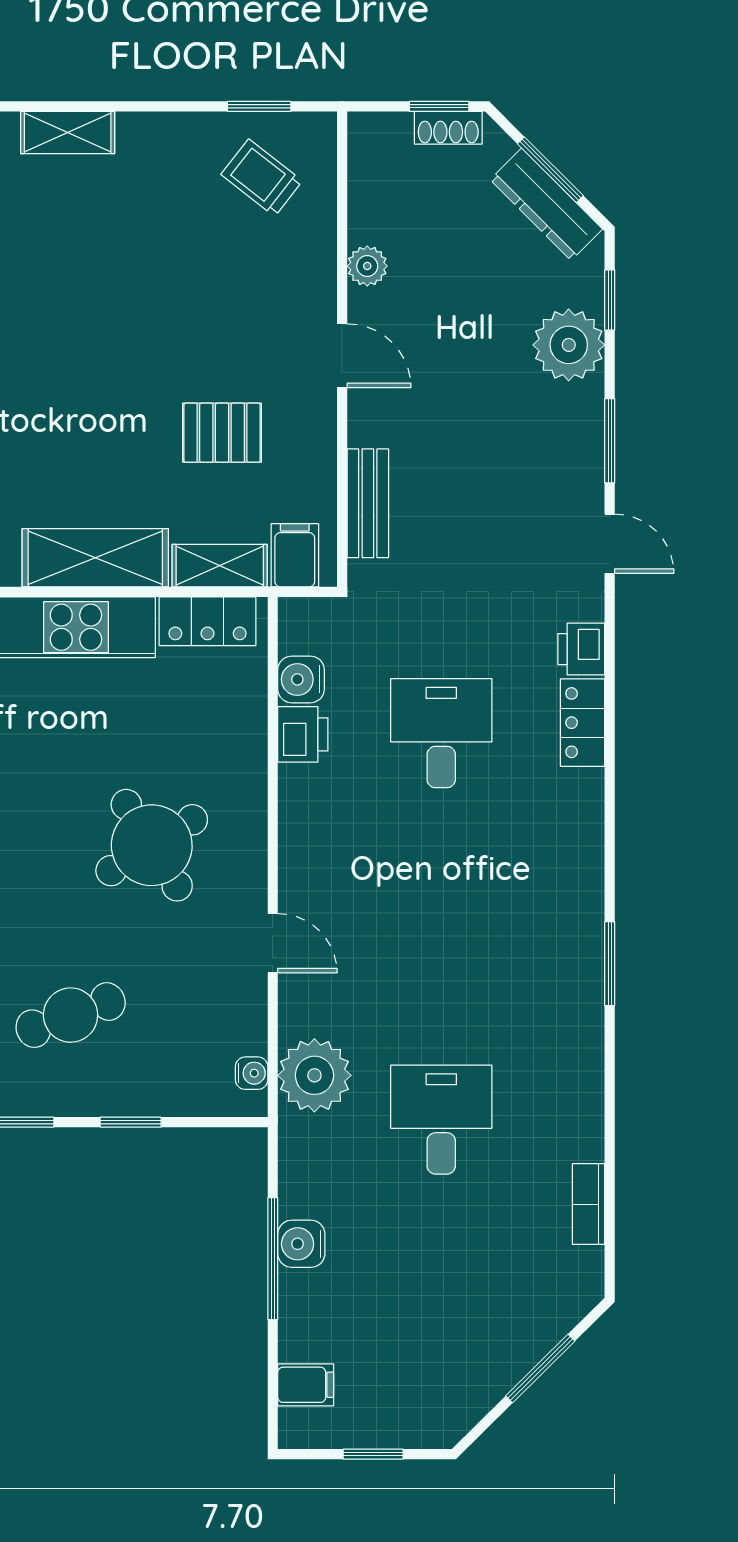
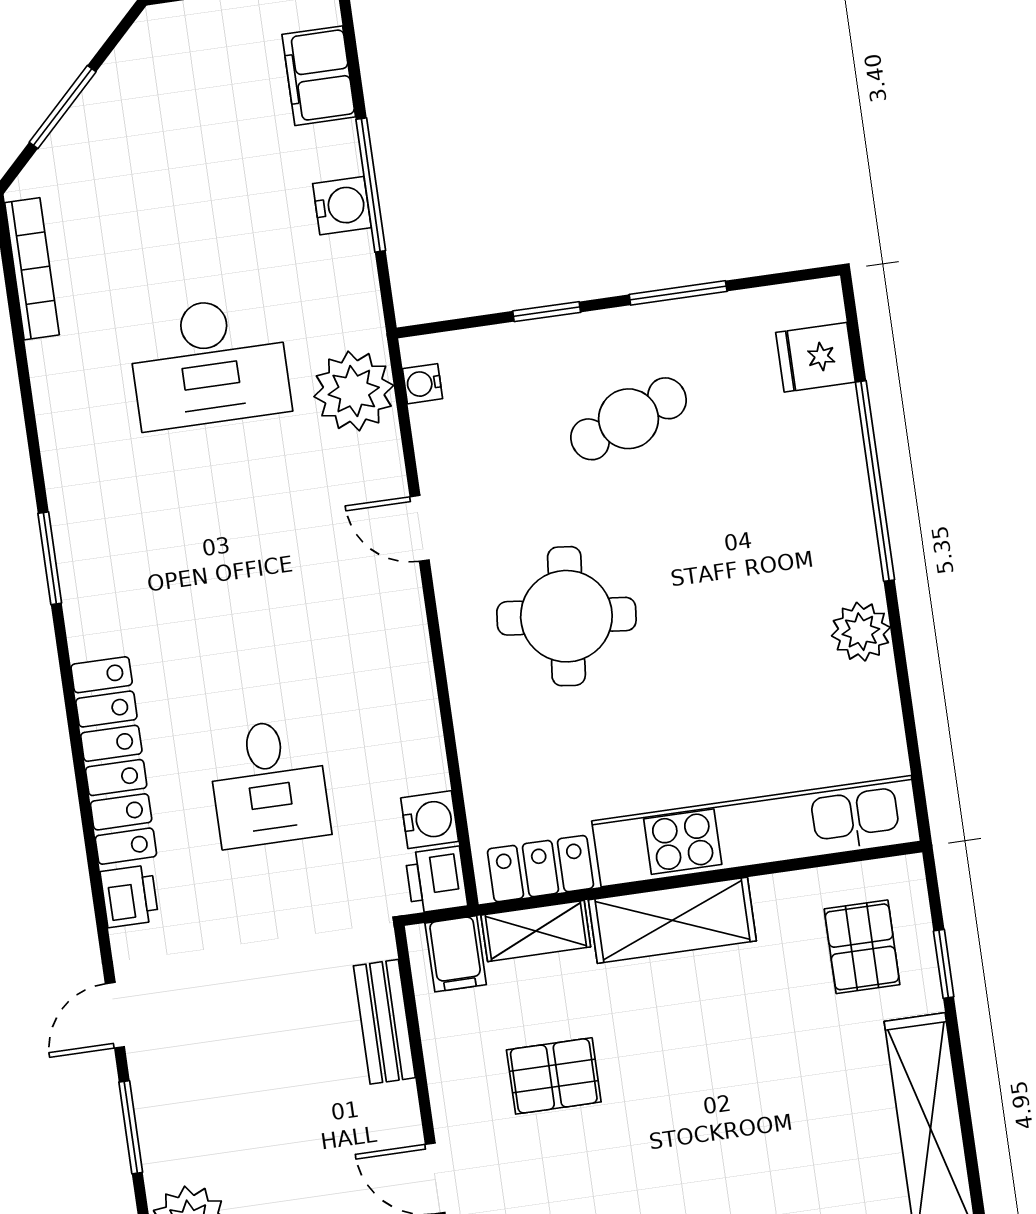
door: (610, 544) -> (115, 1015), hinge flipped
locker: (583, 723) -> (114, 760), width x2.16, depth x1.21
printer: (303, 734) -> (436, 880), moved
round table: (152, 845) -> (566, 616), turned 38
desk: (441, 1120) -> (209, 362), width x1.37
bookcase: (589, 1204) -> (32, 269), width x1.56
filing cabinet: (306, 1385) -> (319, 76), width x2.00

